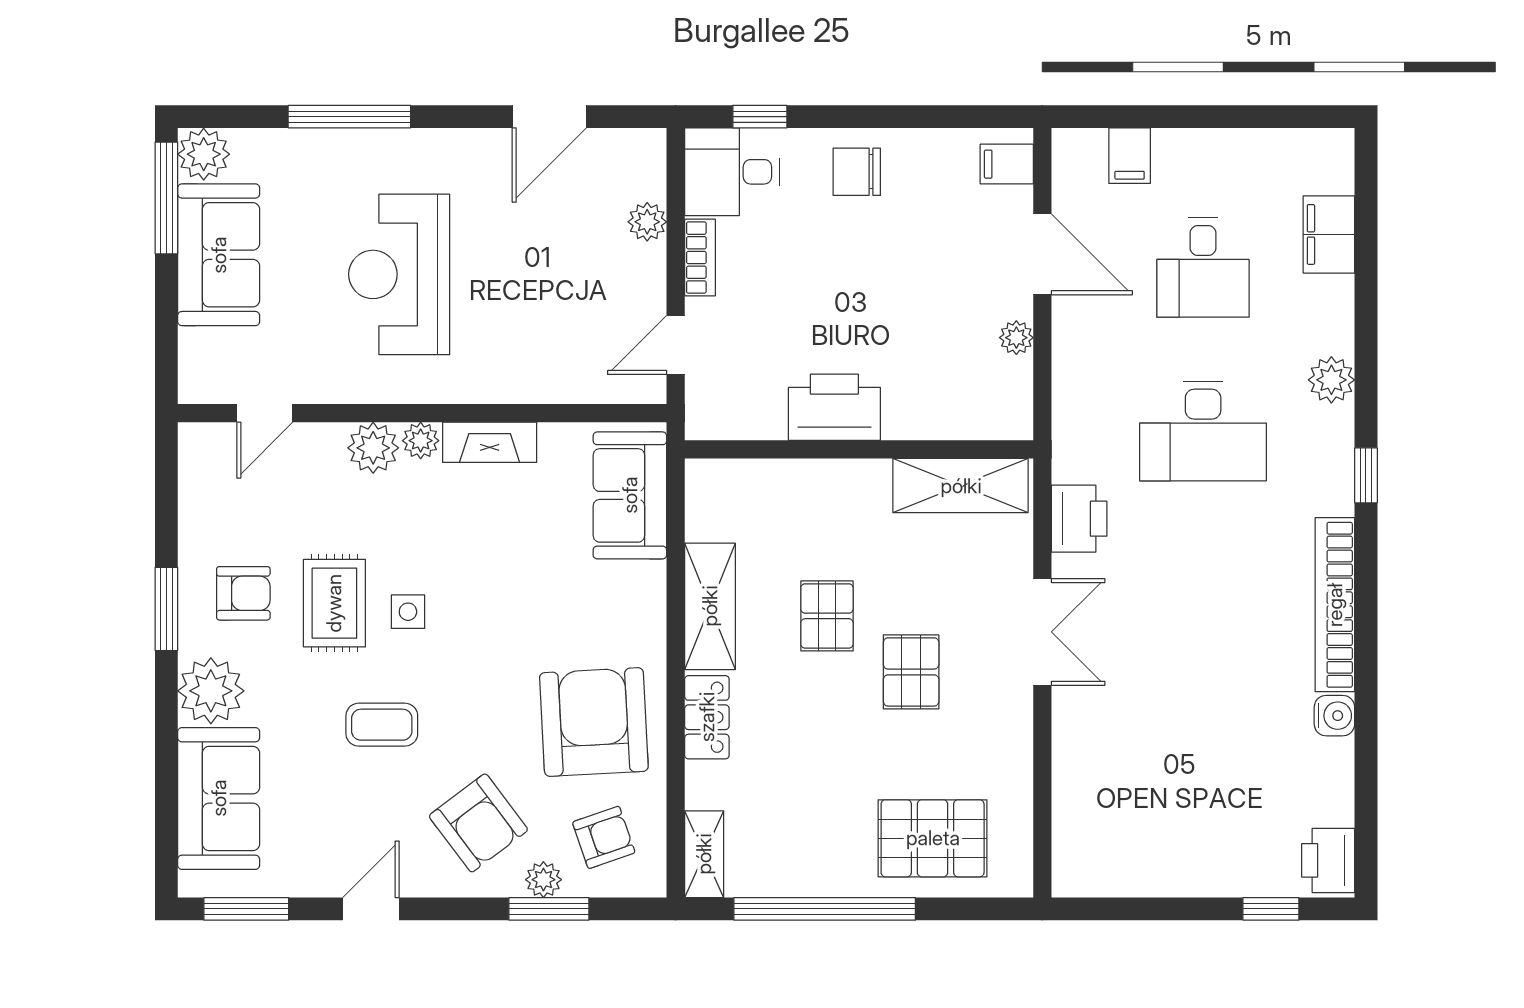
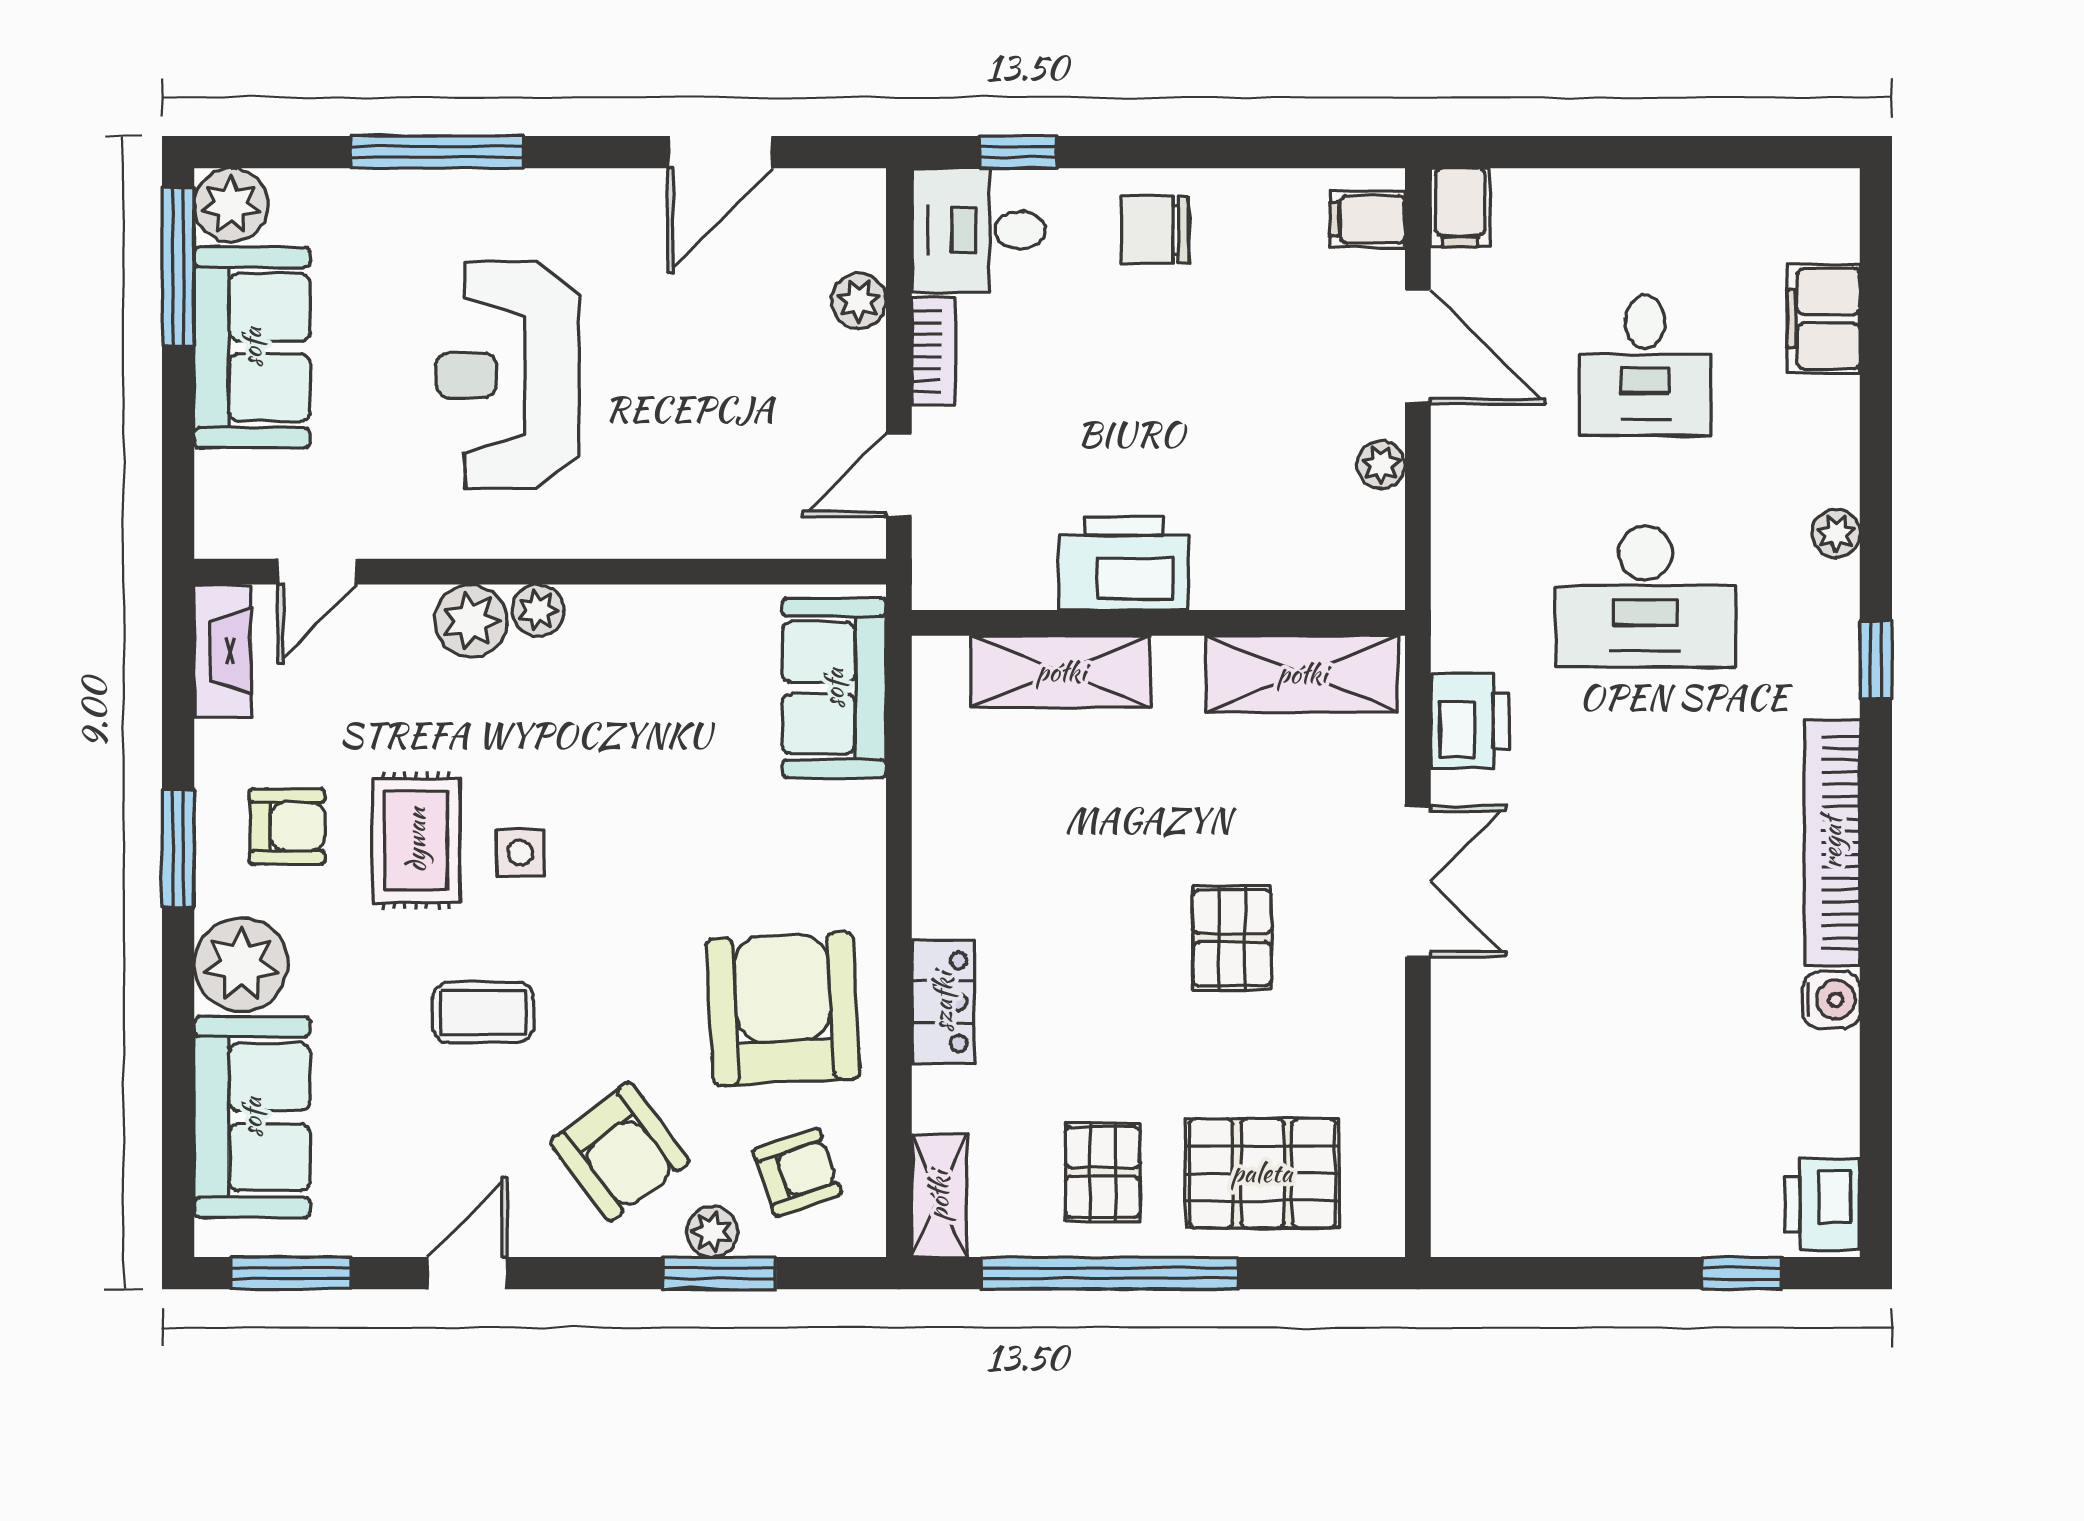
filing cabinet: (1130, 156) -> (1460, 207), moved
plant: (1331, 380) -> (1836, 533), width x0.73, depth x0.73
fireplace: (490, 442) -> (223, 651), moved, turned -90
shelving: (710, 606) -> (1061, 672), moved, turned 90
pallet: (827, 616) -> (1103, 1172), moved

